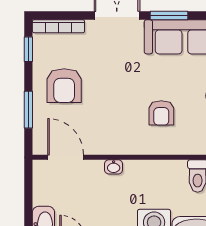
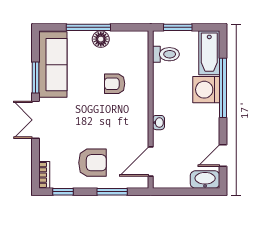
bookcase: (58, 26) -> (44, 175), width x0.64
armchair: (161, 113) -> (115, 84), turned 180

